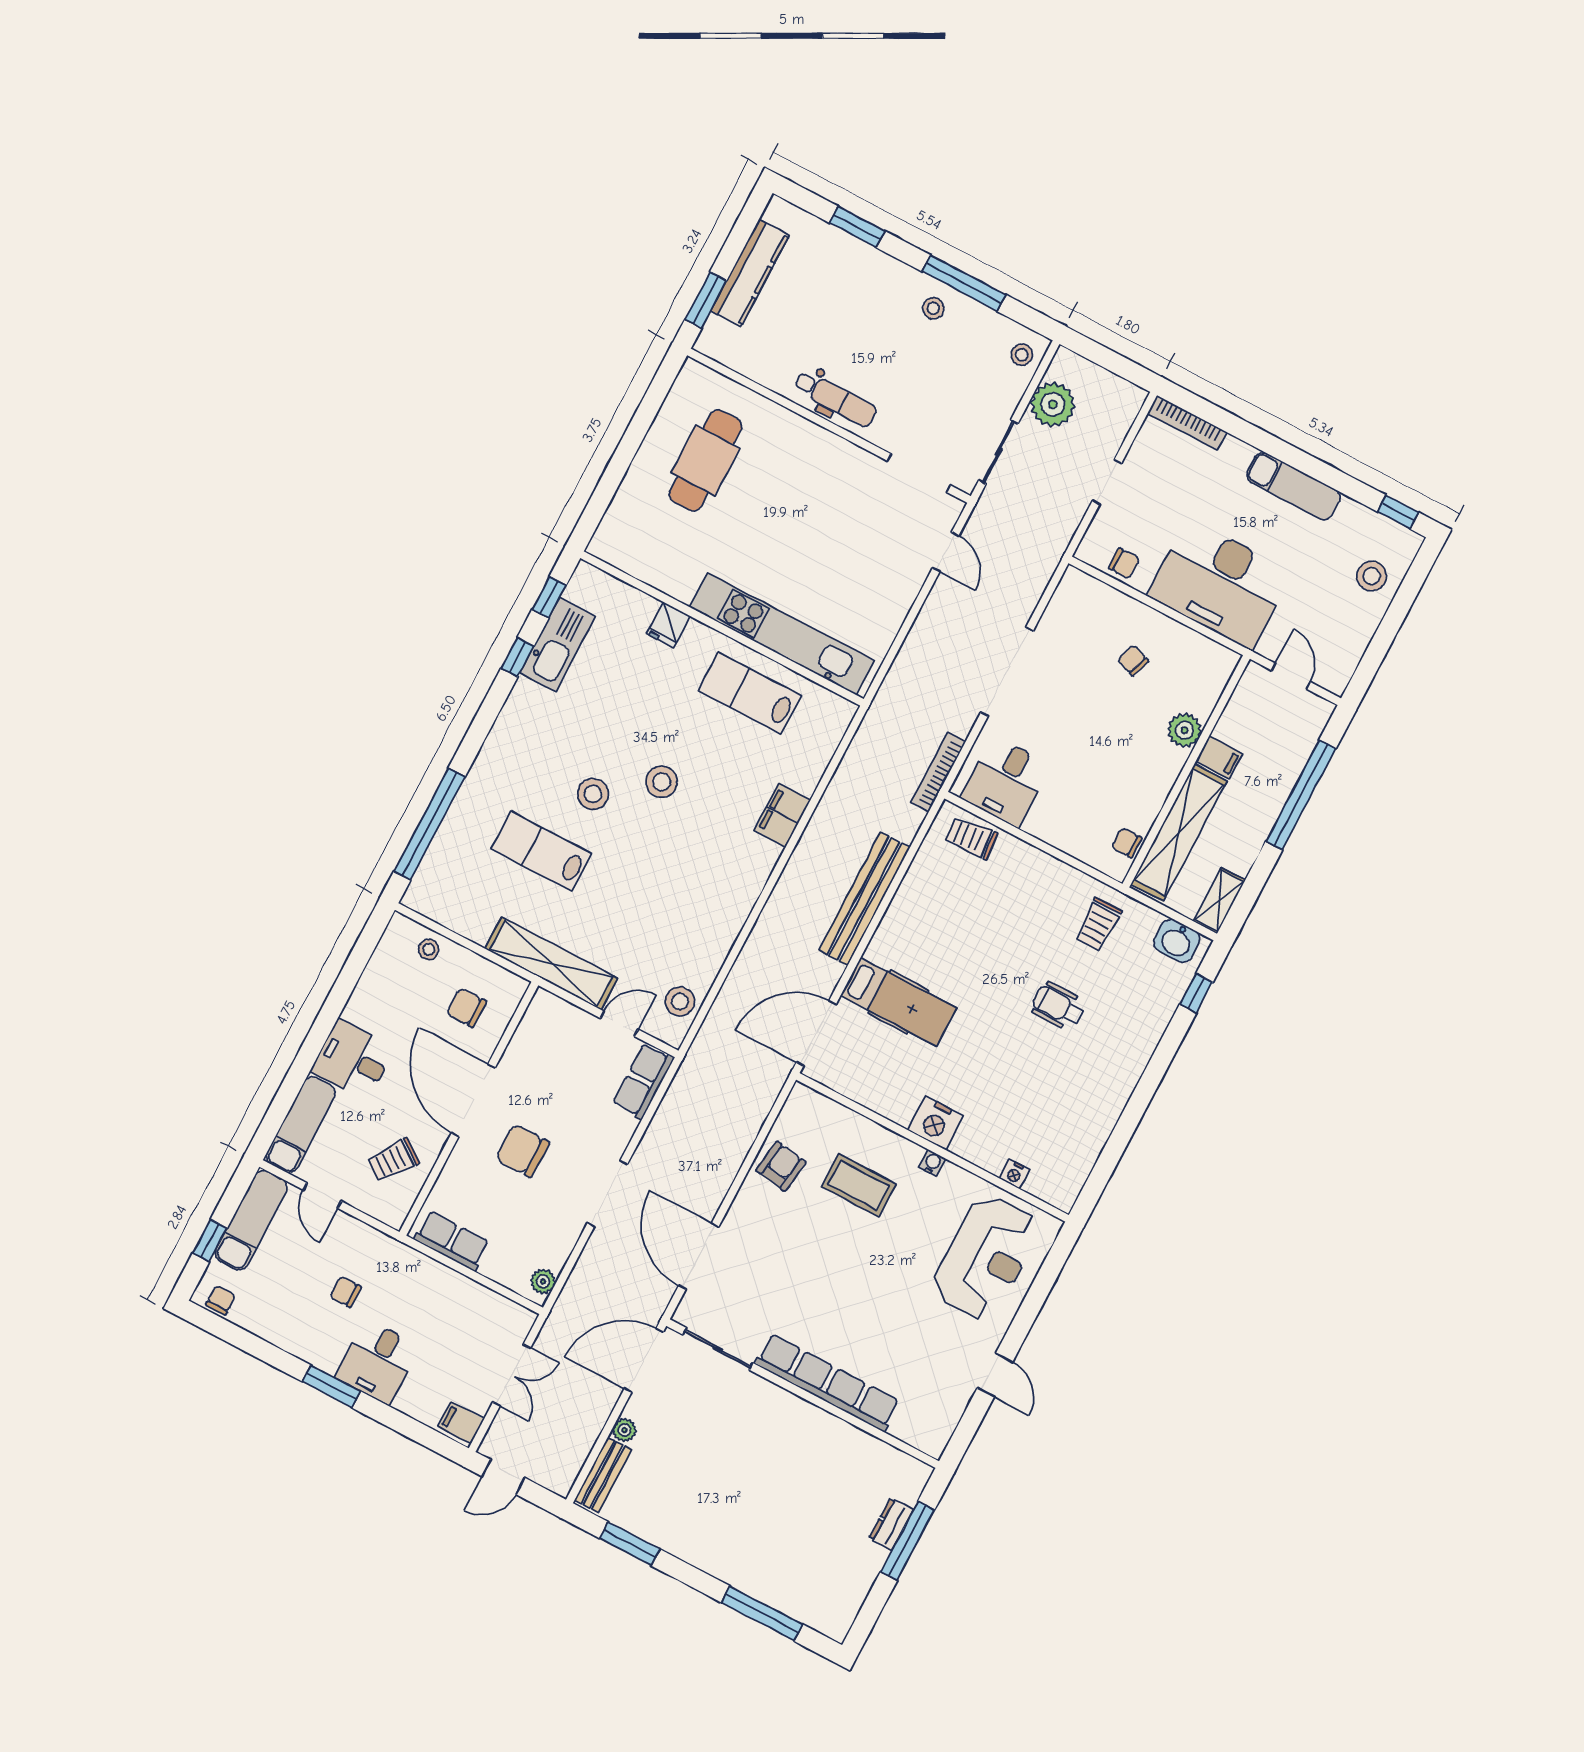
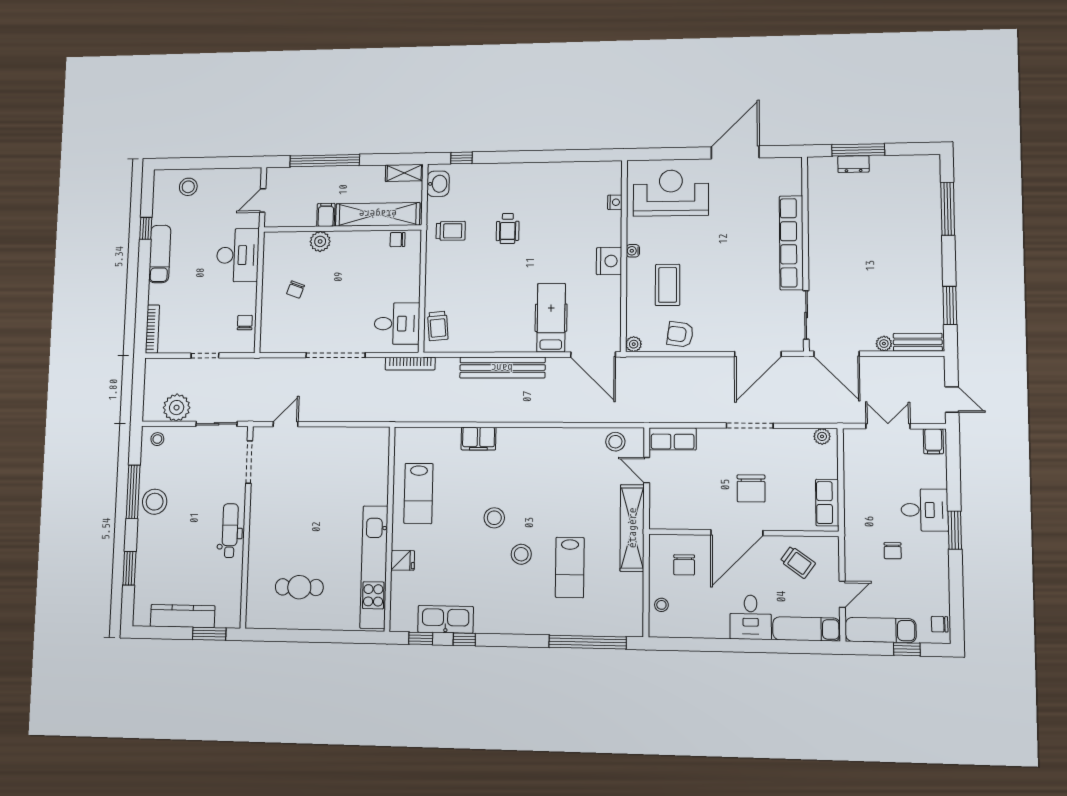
stool: (933, 308) -> (155, 502), width x1.89, depth x1.89
cafe table: (705, 460) -> (299, 587), width x0.73, depth x0.74
window: (1398, 512) -> (146, 228), moved
desk: (1220, 584) -> (238, 255), width x0.73, depth x0.77
kitchen unit: (782, 634) -> (374, 567), moved
chair: (1127, 843) -> (398, 240), turned 90
plant: (801, 1096) -> (634, 344), added
door: (995, 1375) -> (735, 152), width x1.87

